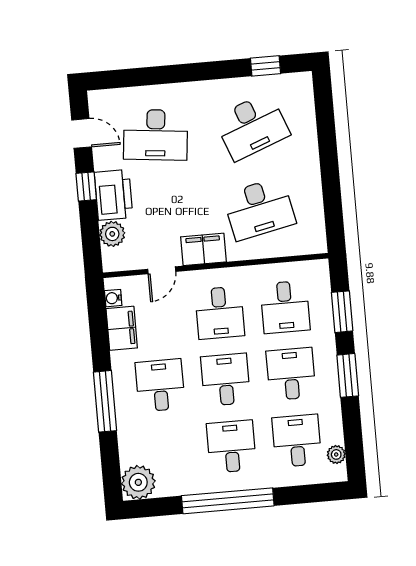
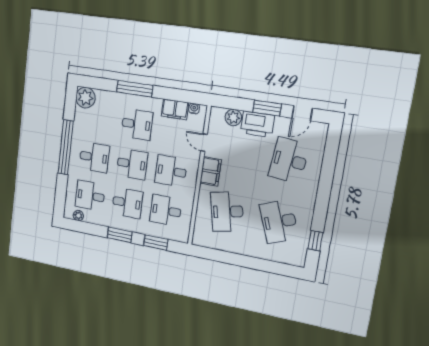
window: (86, 187) -> (267, 108), width x1.50
desk: (297, 441) -> (90, 196), turned 180

